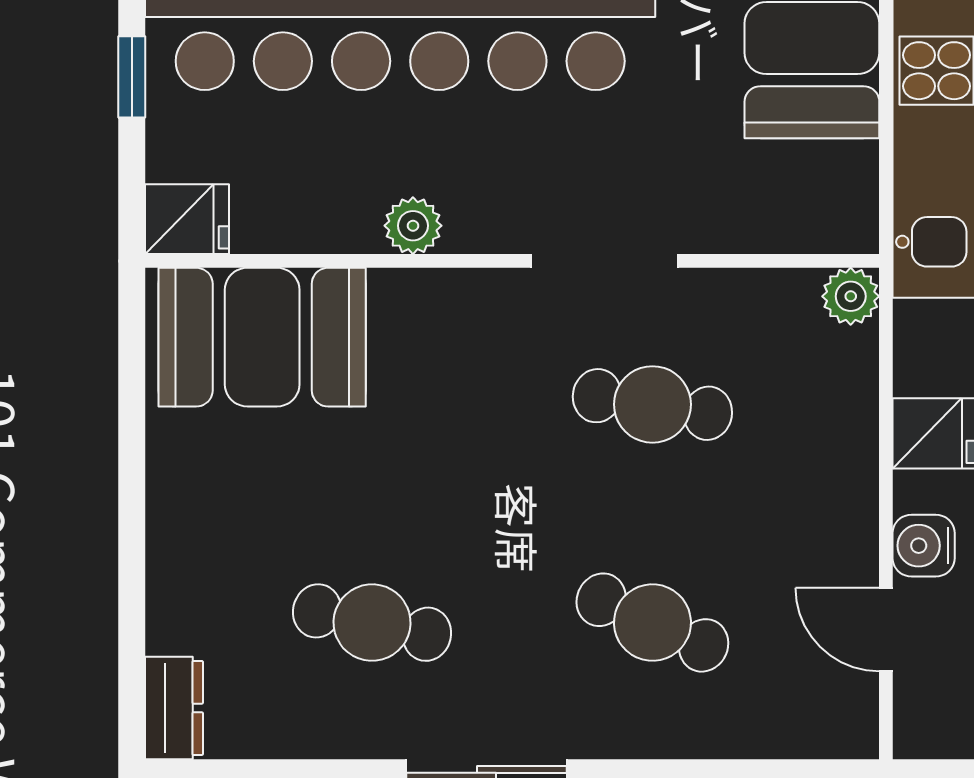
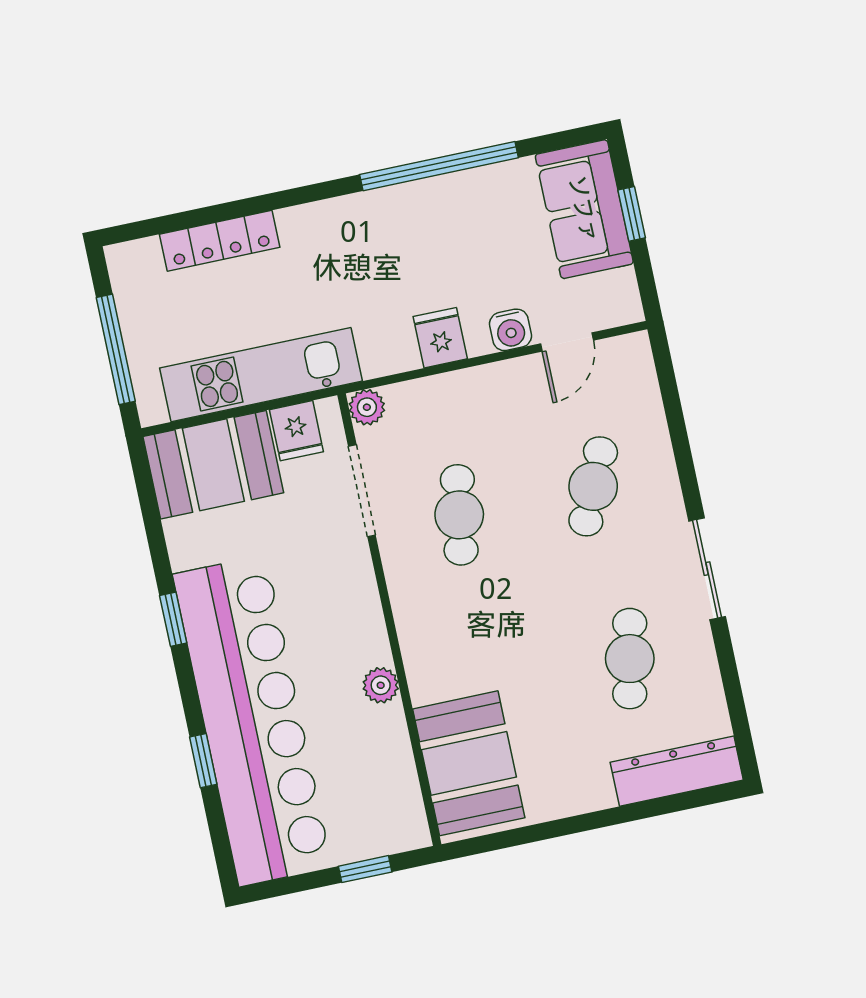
window: (132, 77) -> (365, 869), moved
fridge: (187, 219) -> (296, 431), moved, turned 180
doorway: (605, 261) -> (362, 491), moved
dresser: (174, 708) -> (677, 771), width x1.96, depth x1.24

